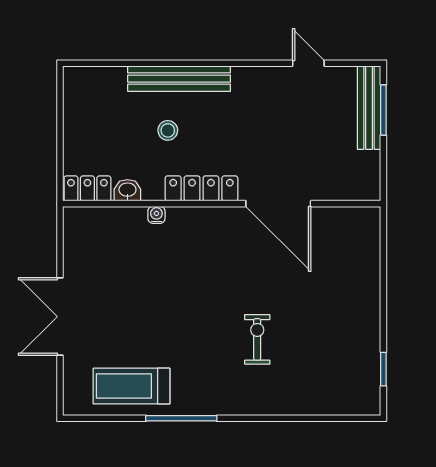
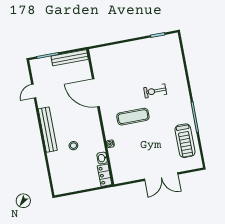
bench: (179, 79) -> (48, 130), moved
bench: (369, 108) -> (70, 58), moved
locker: (201, 188) -> (95, 127), removed
door: (278, 204) -> (96, 93), swing flipped
exercise mat: (208, 278) -> (133, 117), added

